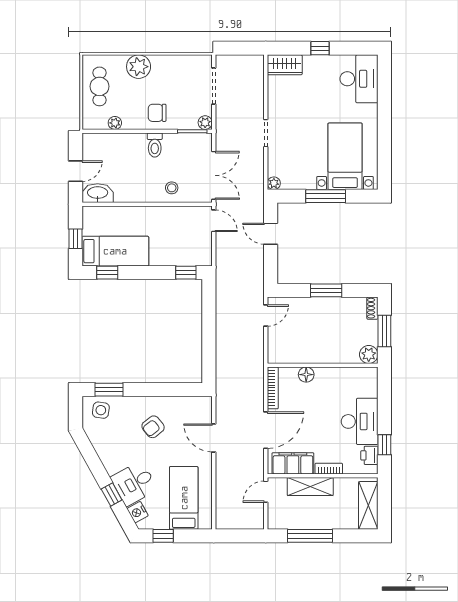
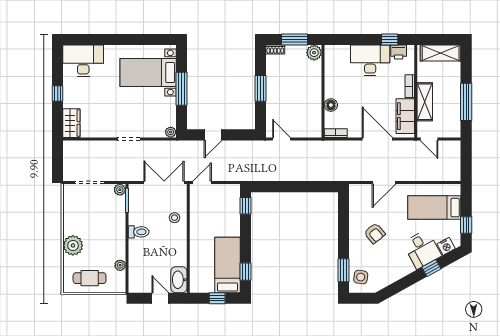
chair: (157, 113) -> (112, 230), removed
bookcase: (273, 388) -> (336, 133), width x0.64

